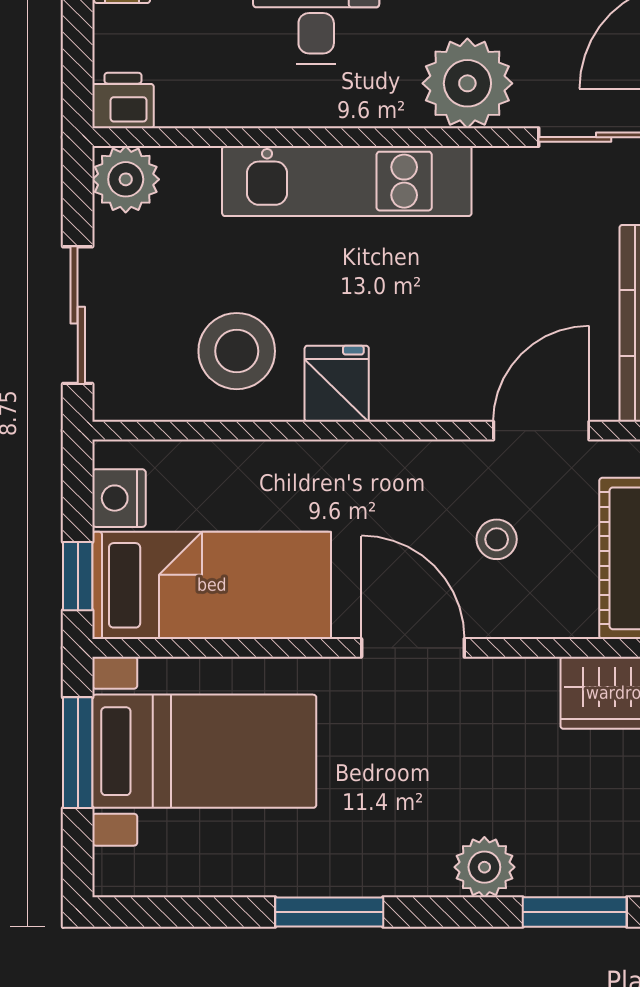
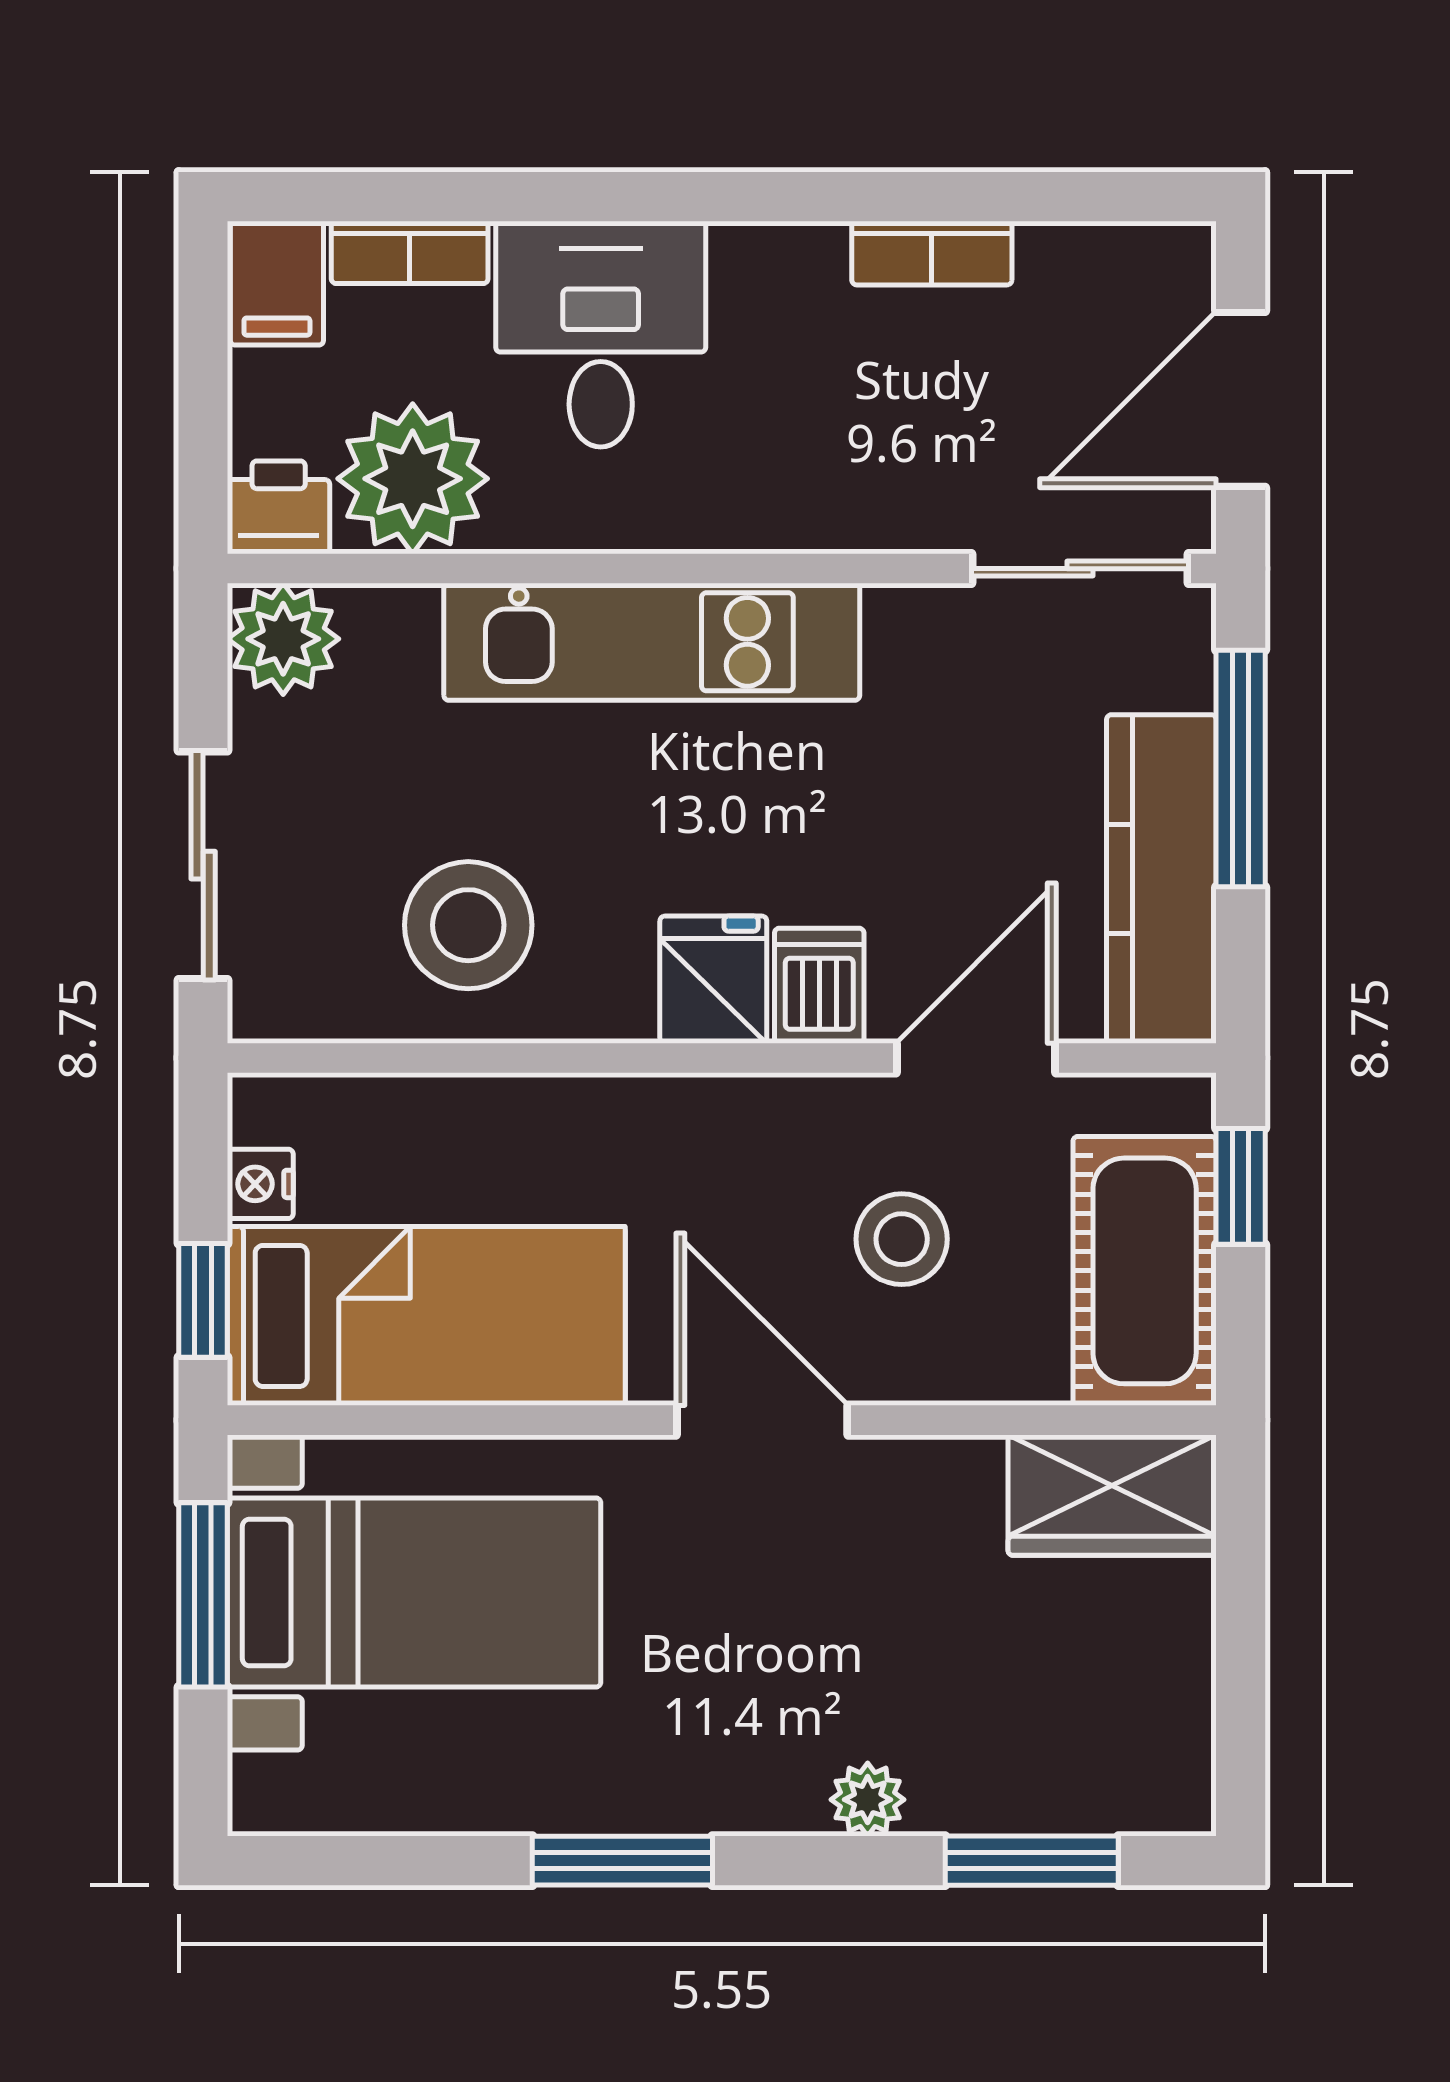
plant: (467, 83) -> (413, 479), moved
fridge: (337, 384) -> (713, 980), moved
dishwasher: (447, 387) -> (819, 986), added
nightstand: (119, 498) -> (260, 1184), width x0.72, depth x0.74
stool: (497, 539) -> (902, 1239), width x1.37, depth x1.37
plant: (484, 867) -> (868, 1800), width x0.73, depth x0.73

